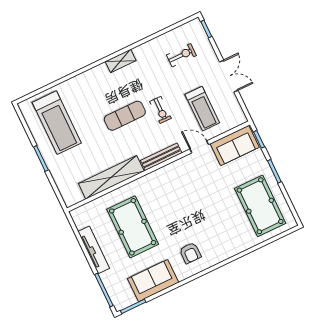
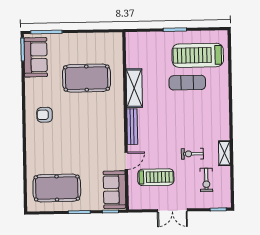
shelving: (121, 61) -> (224, 153), moved
treadmill: (202, 109) -> (156, 177), turned 180
exercise bike: (160, 110) -> (192, 154), moved
exercise mat: (125, 116) -> (187, 83), moved, turned 90
shelving: (111, 177) -> (134, 88), width x0.68
tv unit: (94, 250) -> (82, 38), removed
sofa: (153, 281) -> (36, 57), moved

